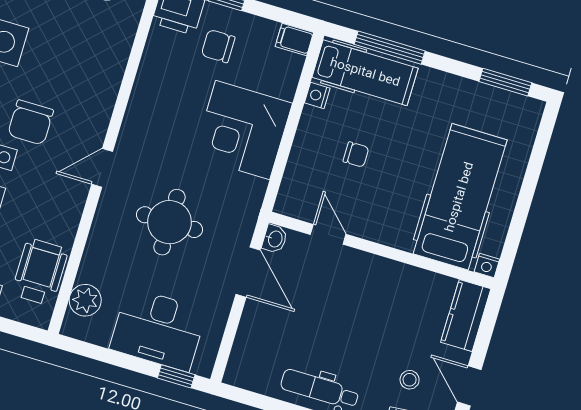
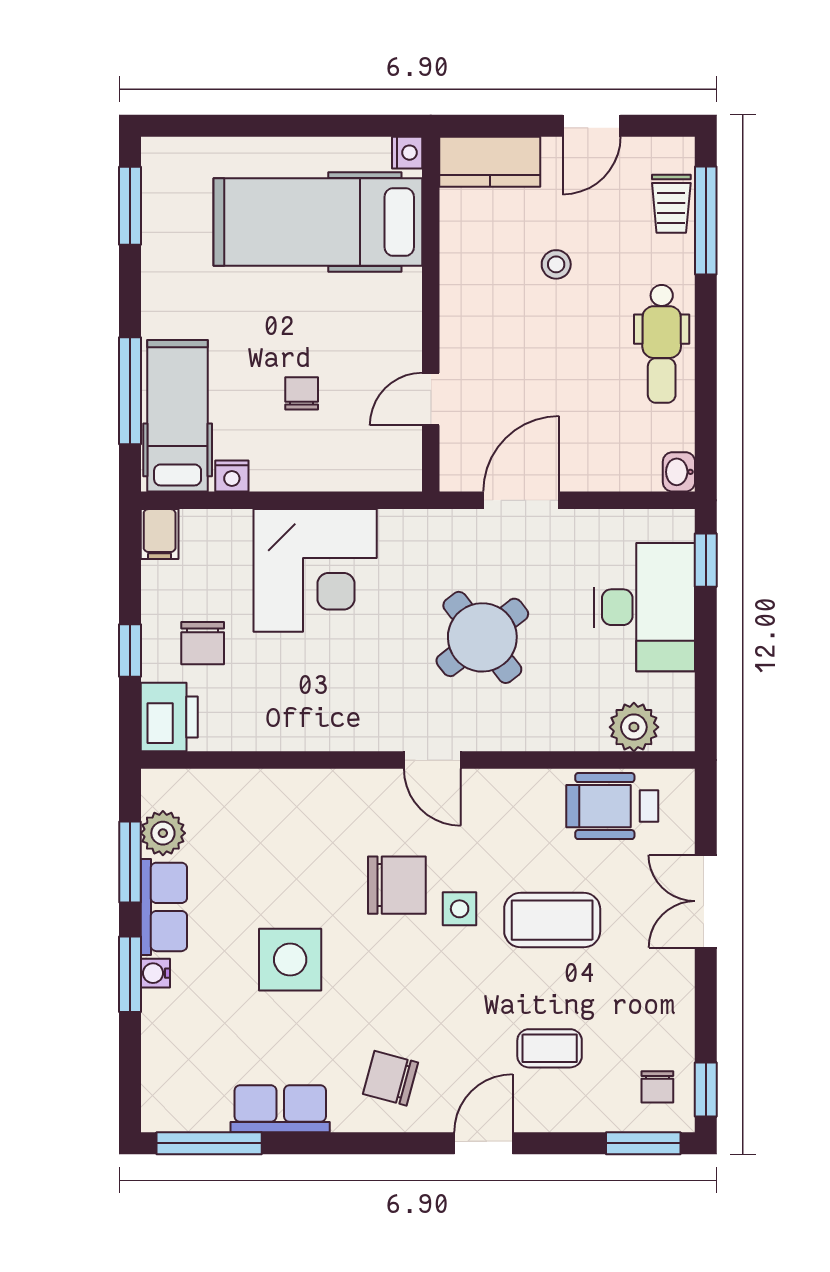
round table: (170, 222) -> (482, 637), turned -38
washbasin: (275, 239) -> (679, 472), moved, turned -90
stool: (410, 380) -> (556, 264), moved

